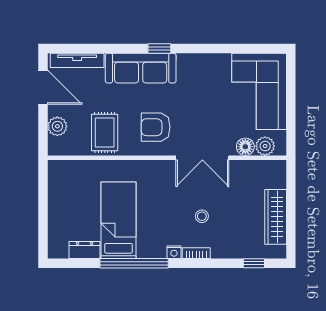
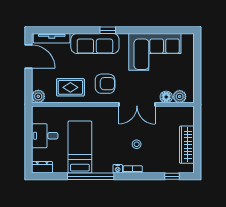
corner sofa: (259, 91) -> (155, 52), moved, turned -90
plant: (57, 126) -> (38, 96), moved
armchair: (156, 127) -> (105, 84), turned 180
rug: (105, 133) -> (70, 87), turned 90
desk: (67, 204) -> (45, 136), added
dresser: (85, 250) -> (42, 167), moved

